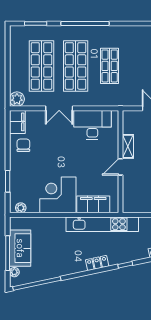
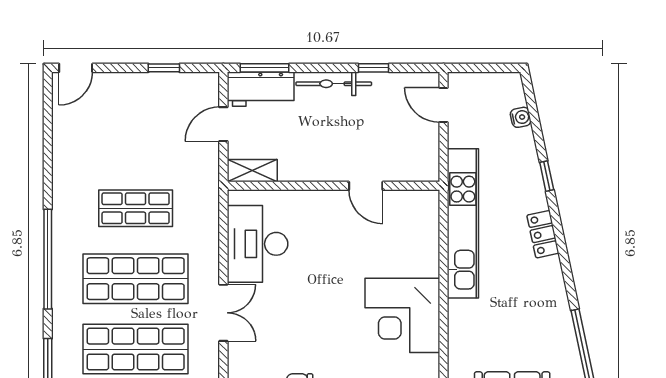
shelving: (128, 146) -> (252, 171), moved
door: (120, 167) -> (366, 186), moved
filing cabinet: (93, 204) -> (422, 242), removed

